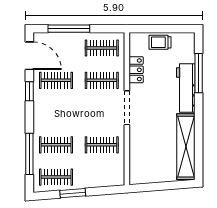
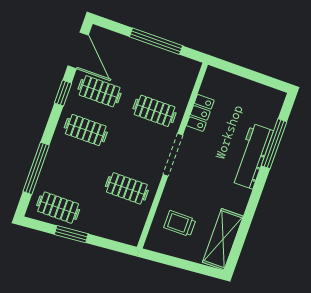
window: (69, 29) -> (156, 41), moved
trolley: (160, 42) -> (180, 224), moved
clothes rail: (102, 48) -> (168, 72), removed
clothes rail: (56, 145) -> (86, 130), moved
shelving: (186, 147) -> (223, 239), width x0.68

